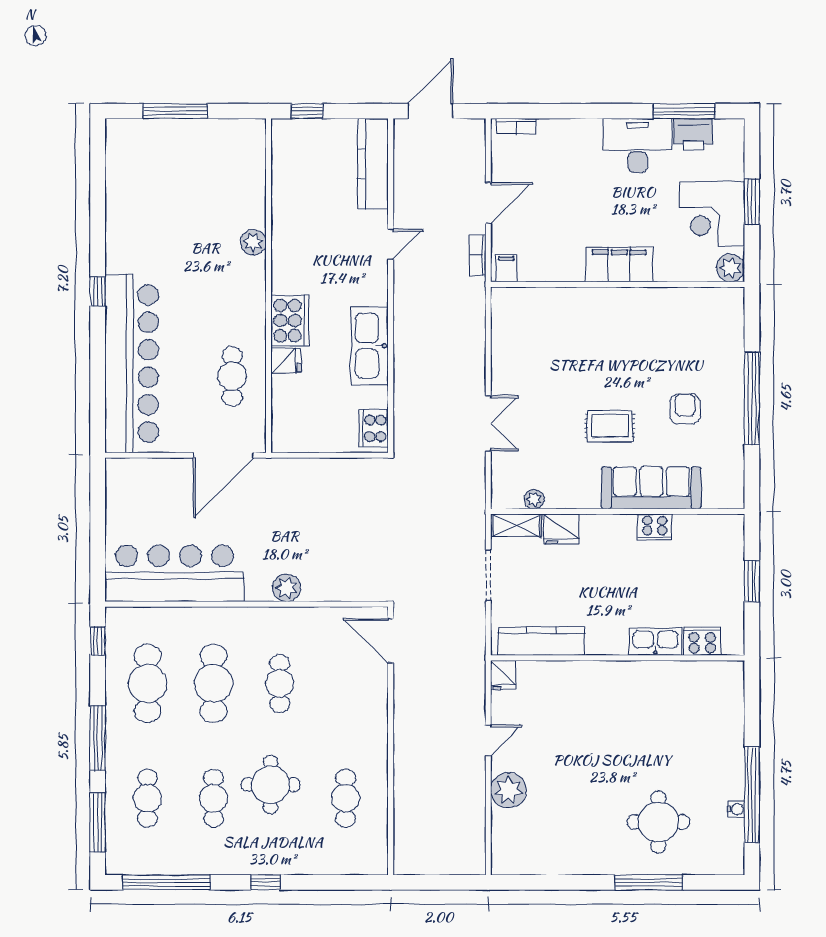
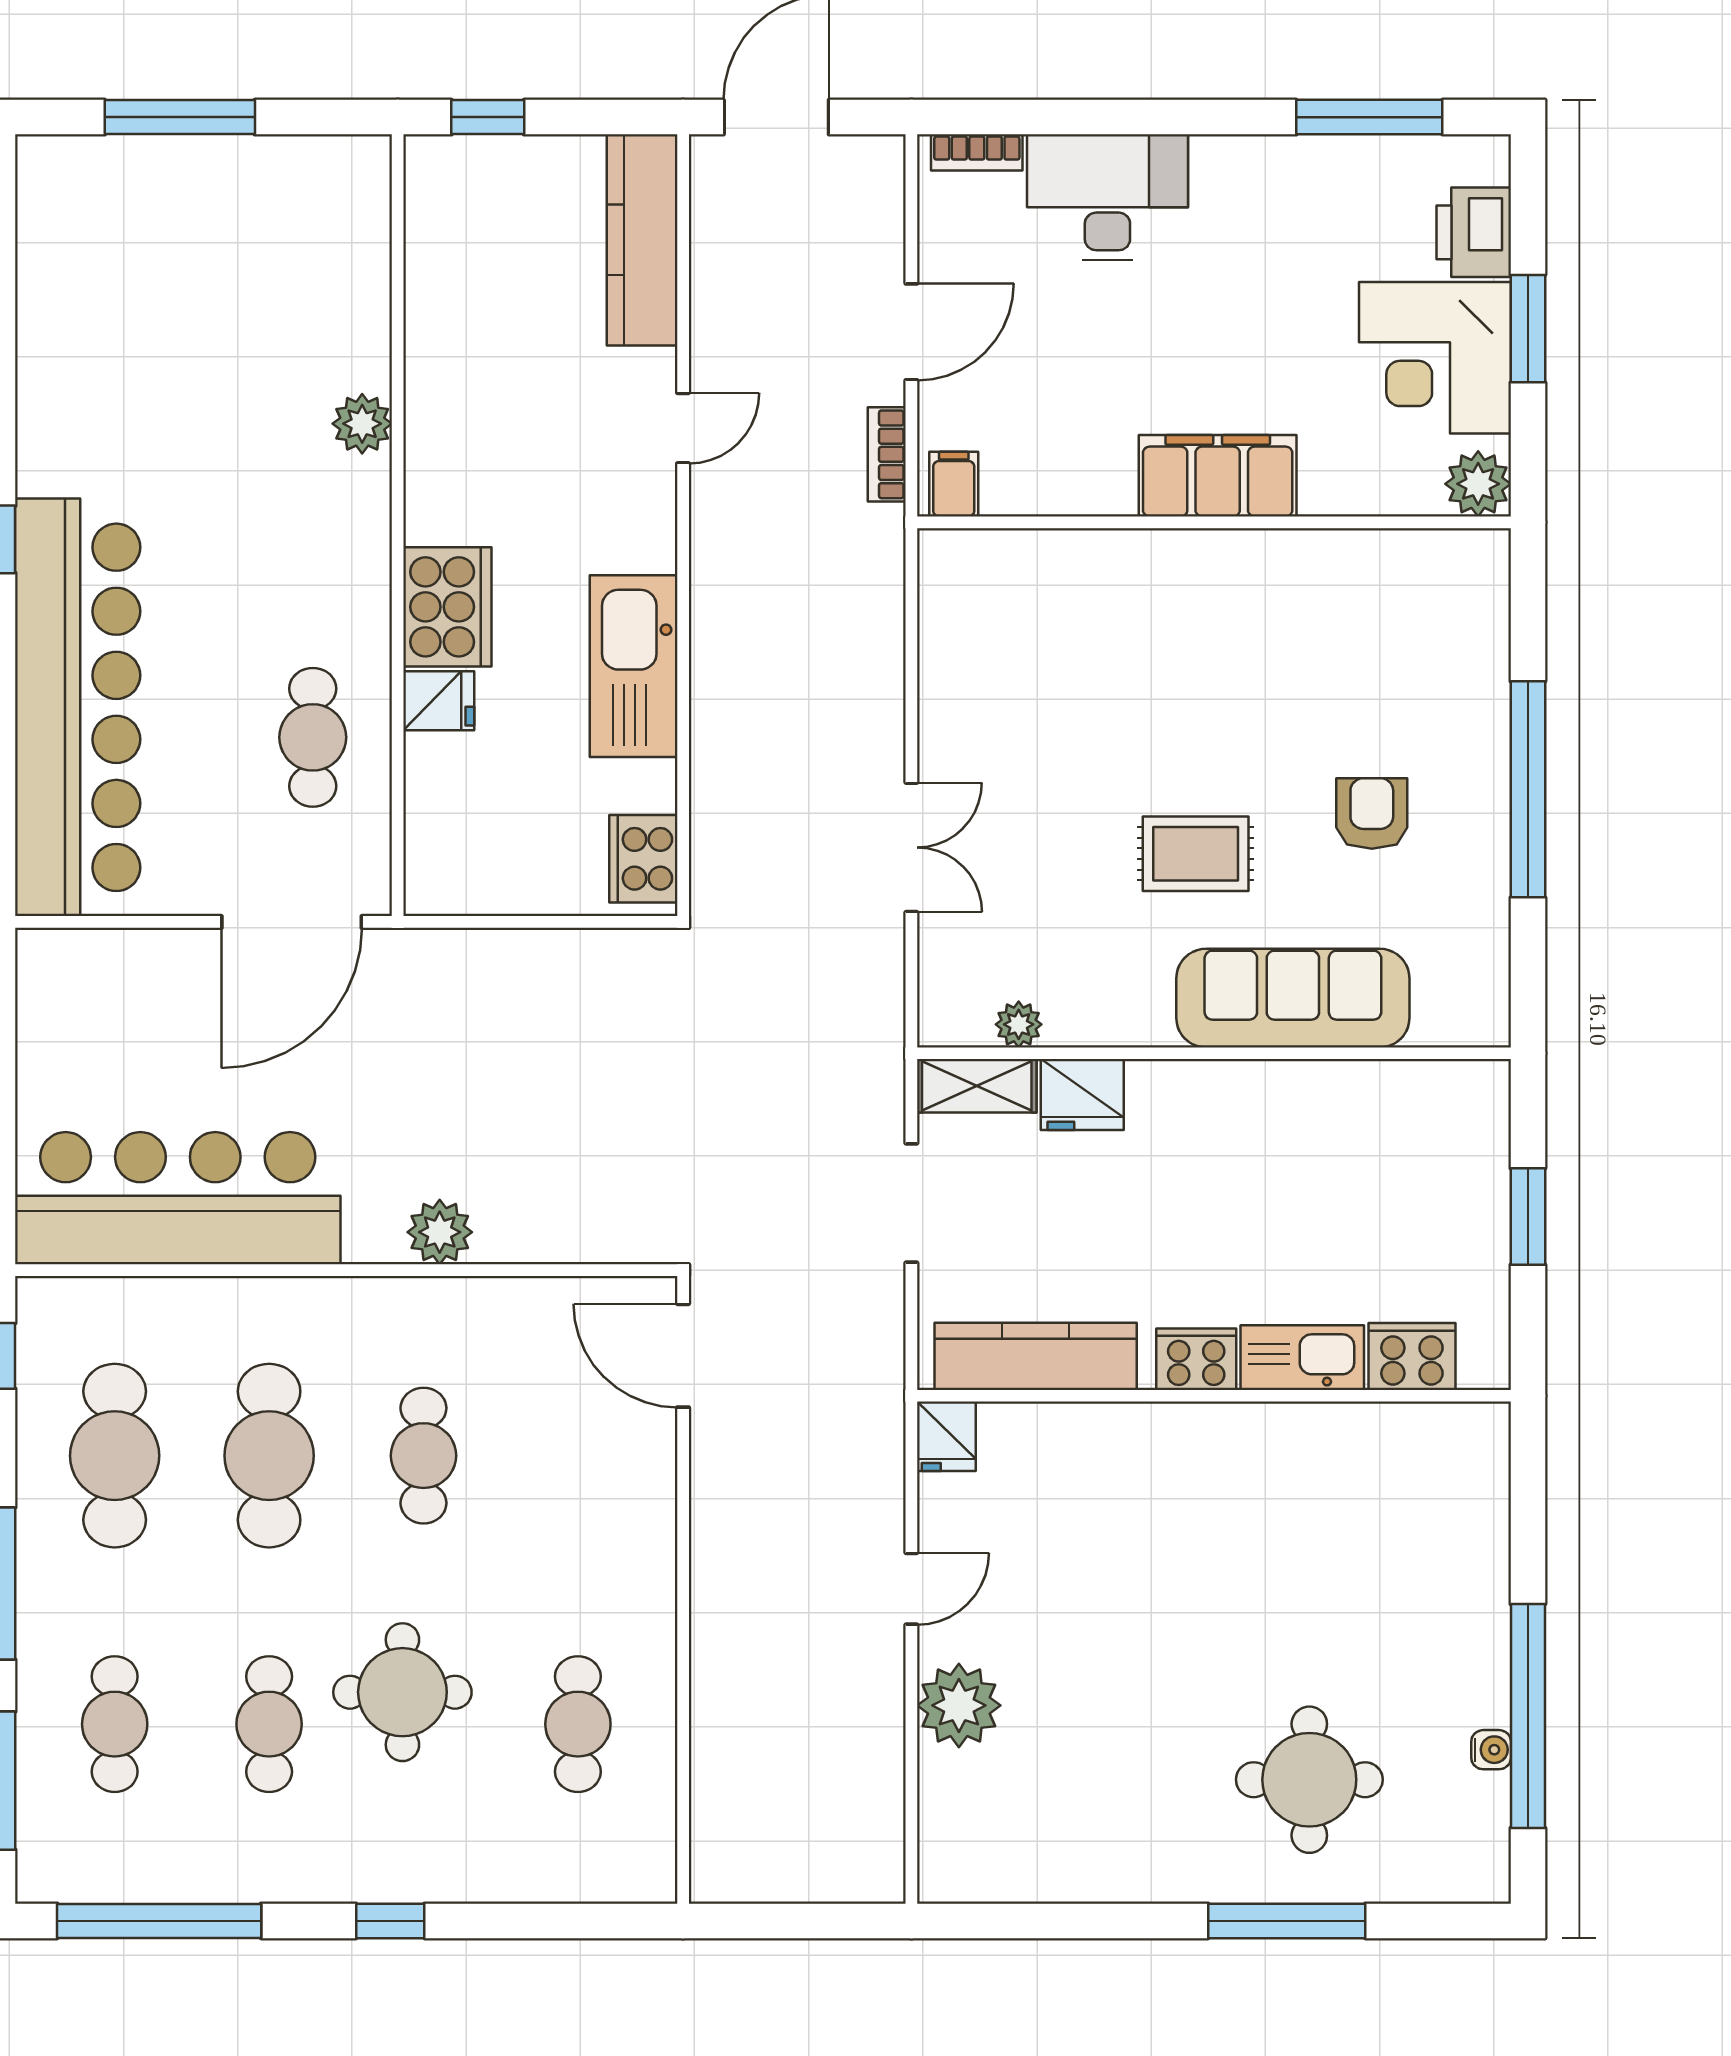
printer: (693, 134) -> (1474, 232), moved, turned 90
desk: (638, 145) -> (1107, 197), moved
cooker: (655, 527) -> (1196, 1359), moved, turned 180

